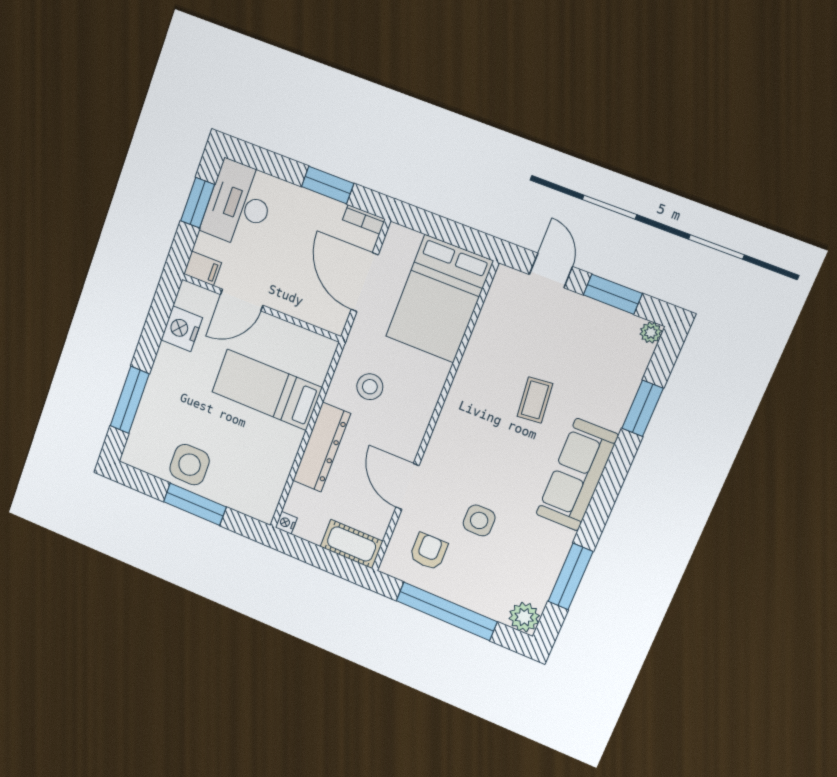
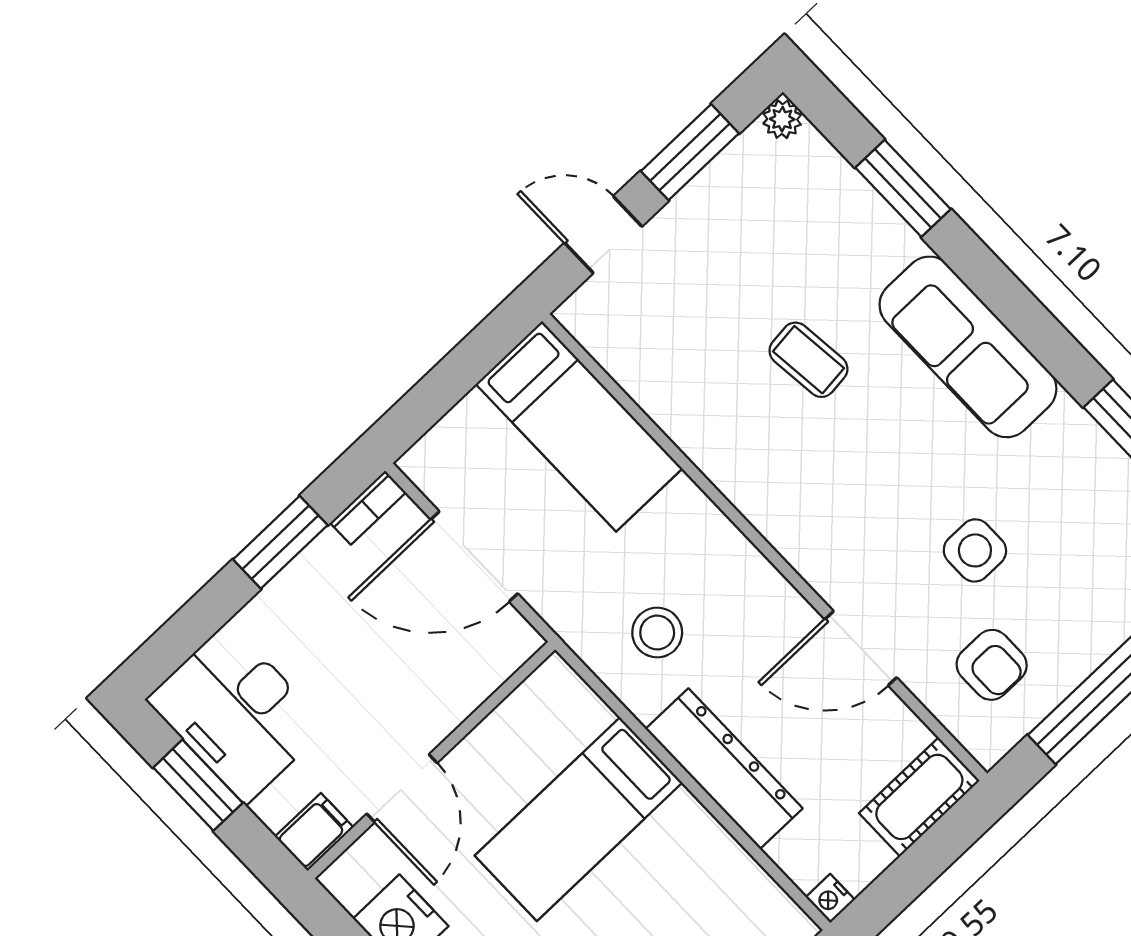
bed: (439, 299) -> (579, 426), width x0.67
armchair: (429, 551) -> (992, 665), turned 180

